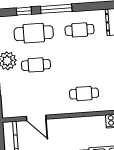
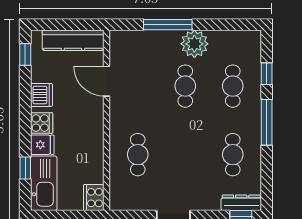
cafe table: (34, 33) -> (233, 86), width x0.73, depth x0.74
door: (36, 118) -> (107, 81), hinge flipped

